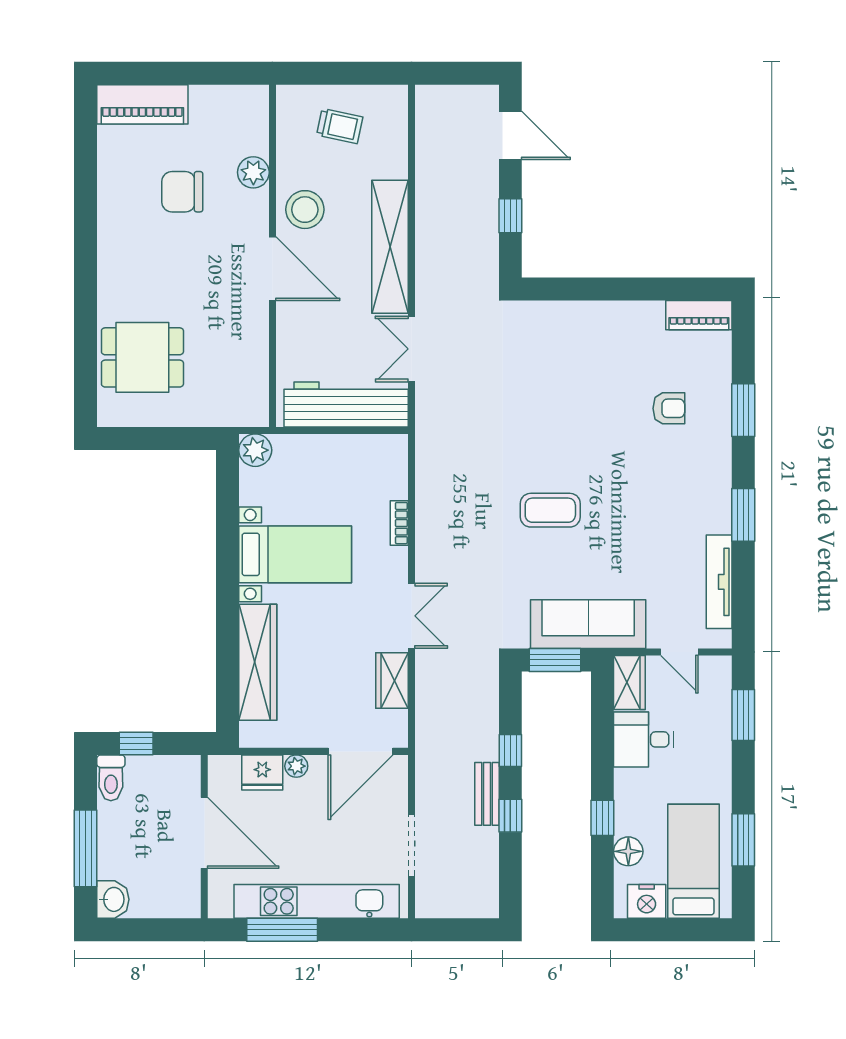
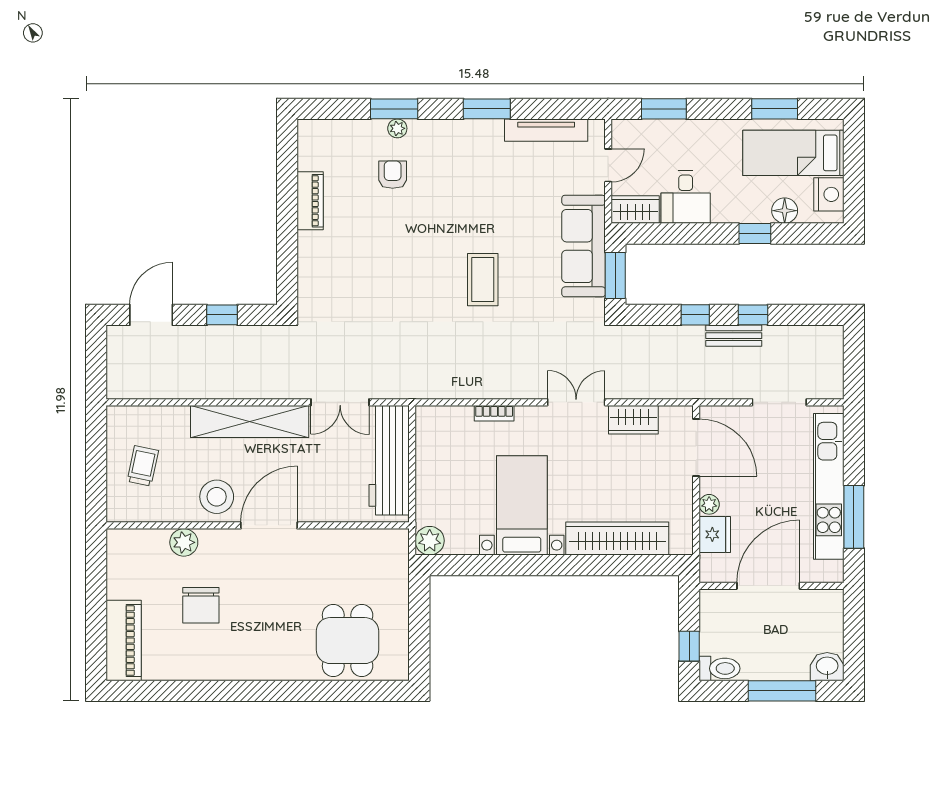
piano: (699, 315) -> (310, 201), moved
plant: (721, 414) -> (397, 128), added

